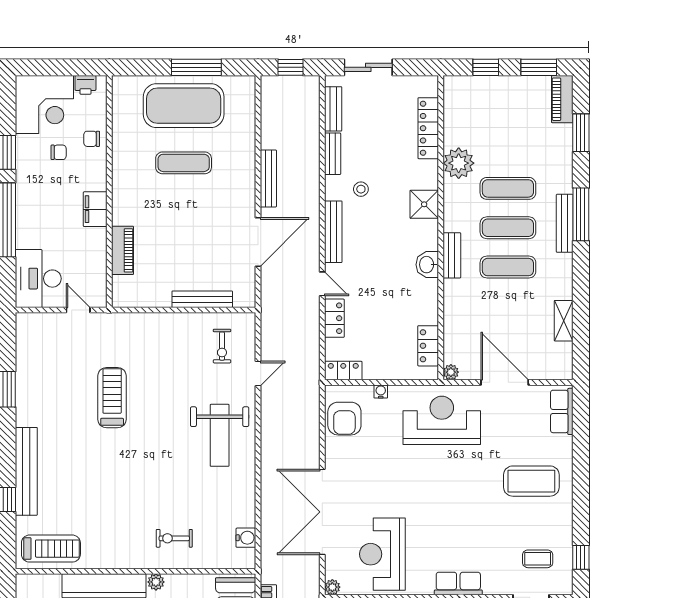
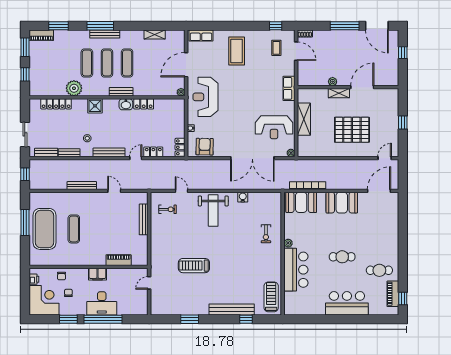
door: (258, 242) -> (114, 191), width x0.53
desk: (38, 279) -> (102, 303), moved
locker: (428, 346) -> (144, 104), moved
armchair: (344, 419) -> (205, 147), turned -89
weight bench: (220, 435) -> (213, 211), turned 90
water cooler: (246, 538) -> (243, 197), moved

